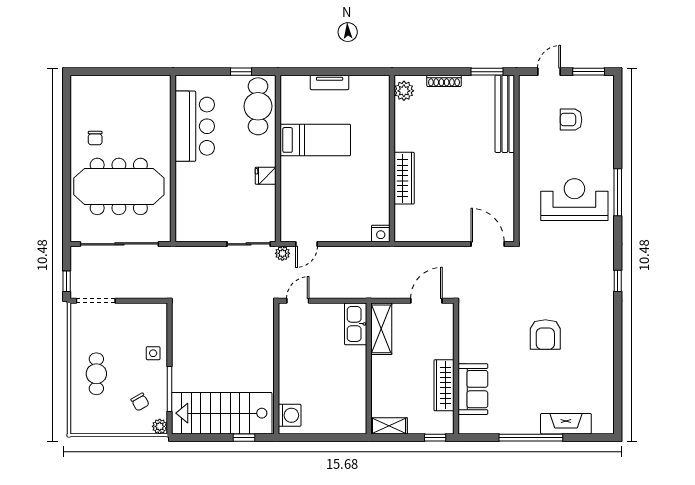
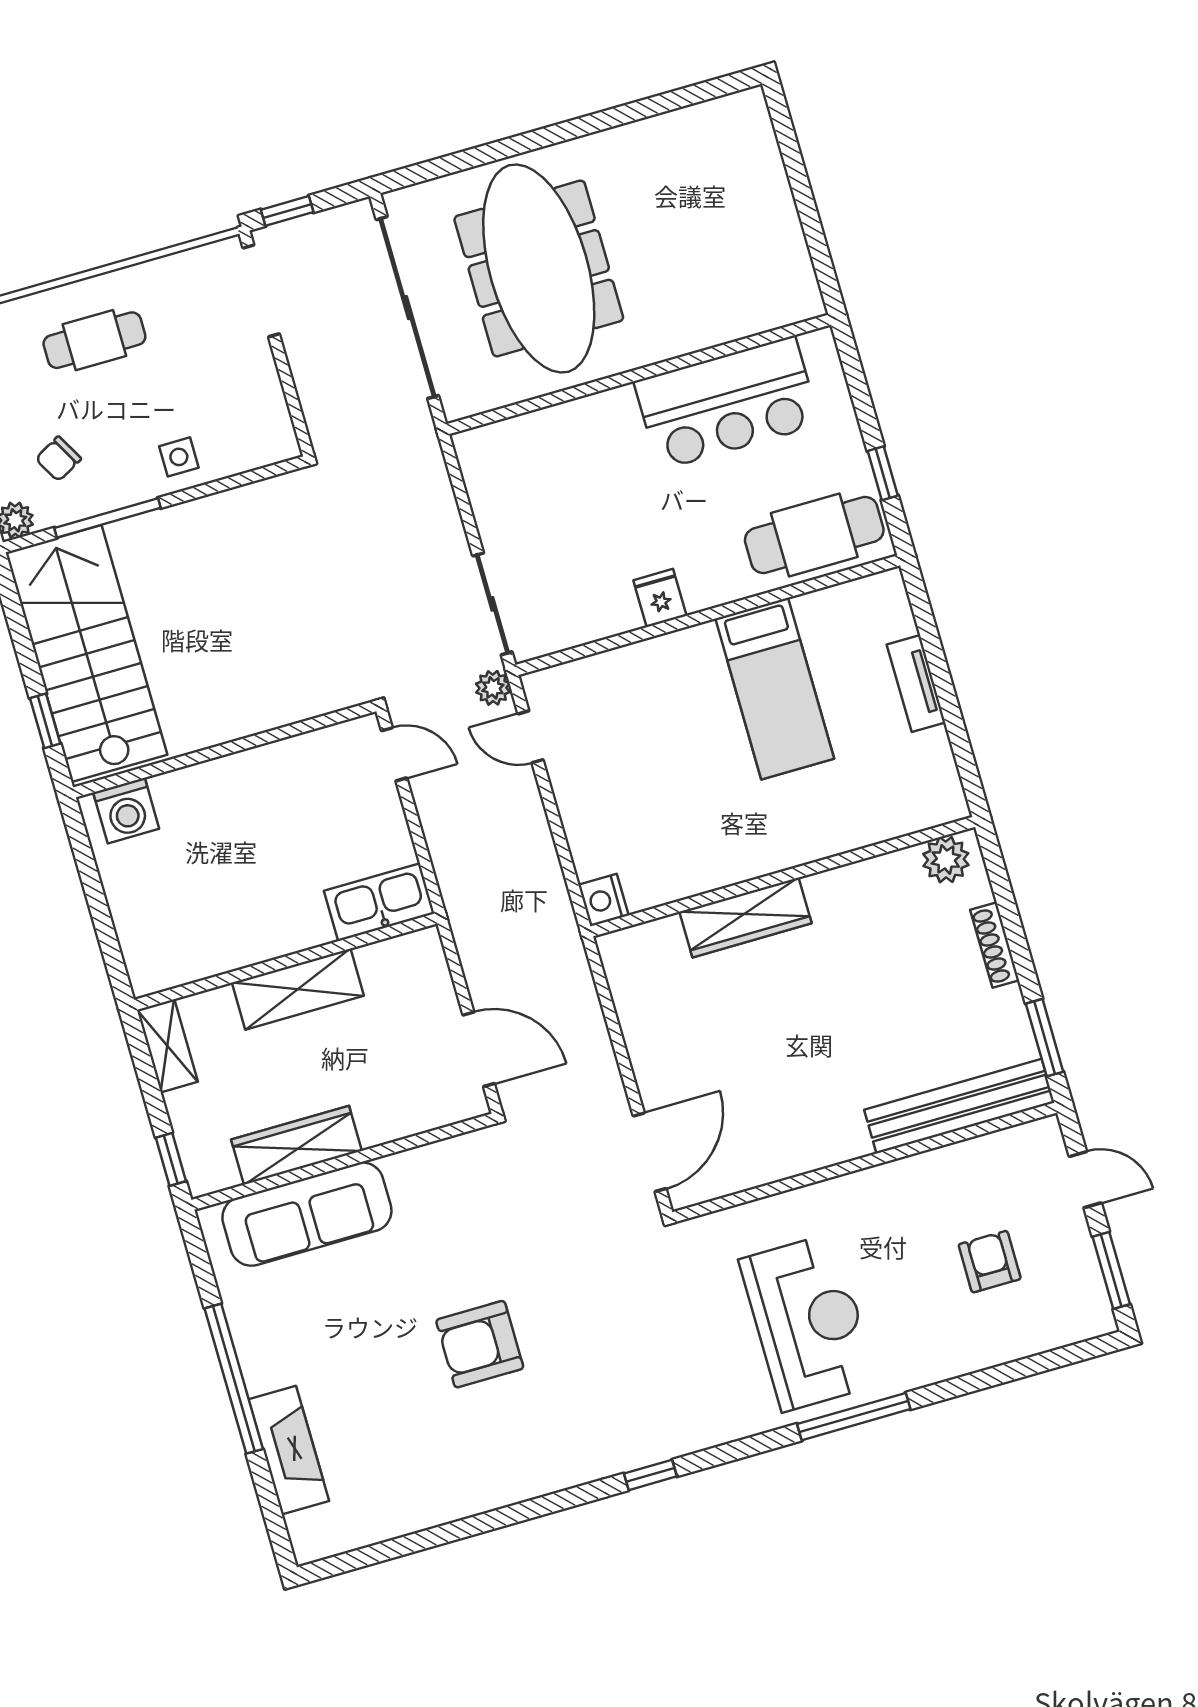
chair: (95, 138) -> (634, 182), removed
shelving: (381, 329) -> (298, 989), moved
sofa: (473, 389) -> (307, 1214), width x1.36

